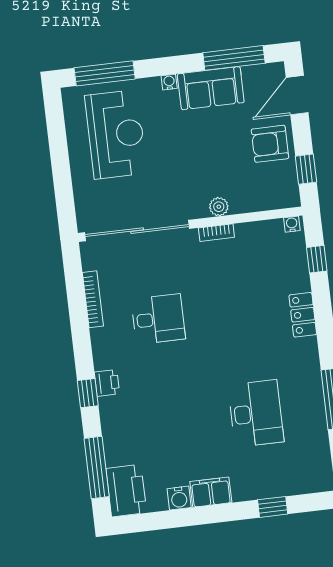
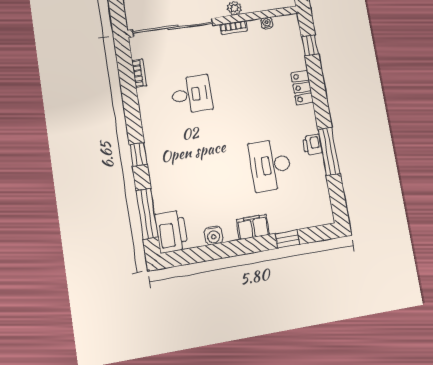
water cooler: (292, 224) -> (267, 23), moved
bookcase: (93, 299) -> (139, 73), width x0.64
printer: (107, 383) -> (312, 145), moved, turned 180
desk: (256, 413) -> (270, 165), turned 180
filing cabinet: (211, 492) -> (253, 227), moved

